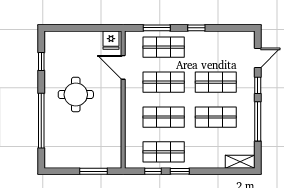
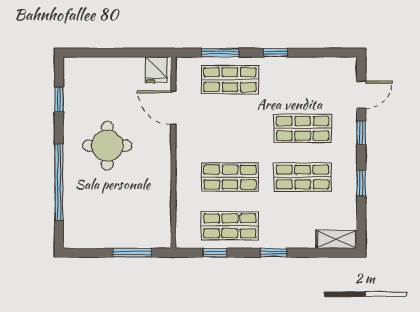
shop shelf: (164, 82) -> (230, 128), removed
window: (258, 121) -> (361, 183), width x0.46
window: (180, 171) -> (273, 253), moved

